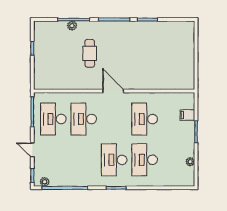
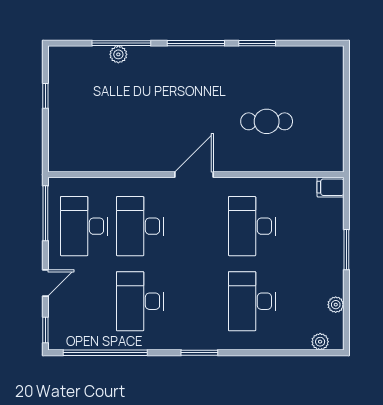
cafe table: (90, 53) -> (267, 121), moved, turned 90
door: (113, 91) -> (194, 175), hinge flipped
filing cabinet: (187, 115) -> (331, 187), moved
door: (32, 150) -> (45, 283), swing flipped
desk: (114, 160) -> (140, 301), moved
plant: (45, 182) -> (320, 342), moved

